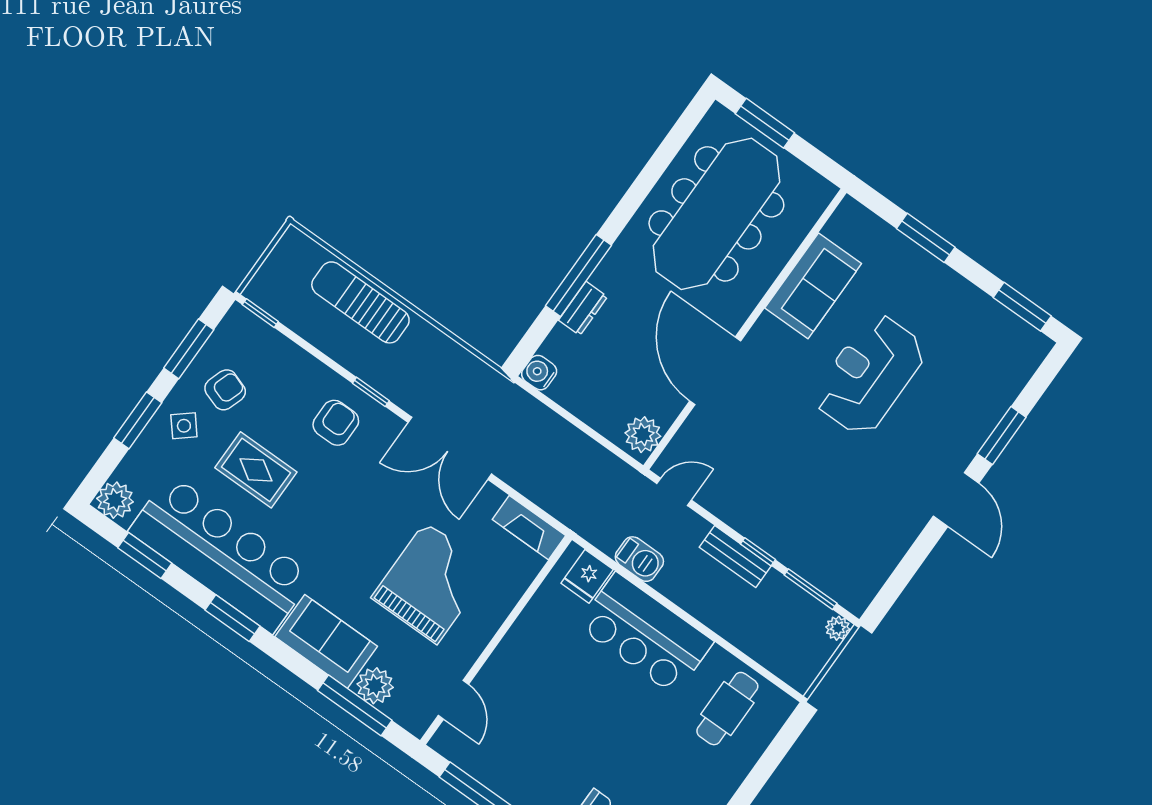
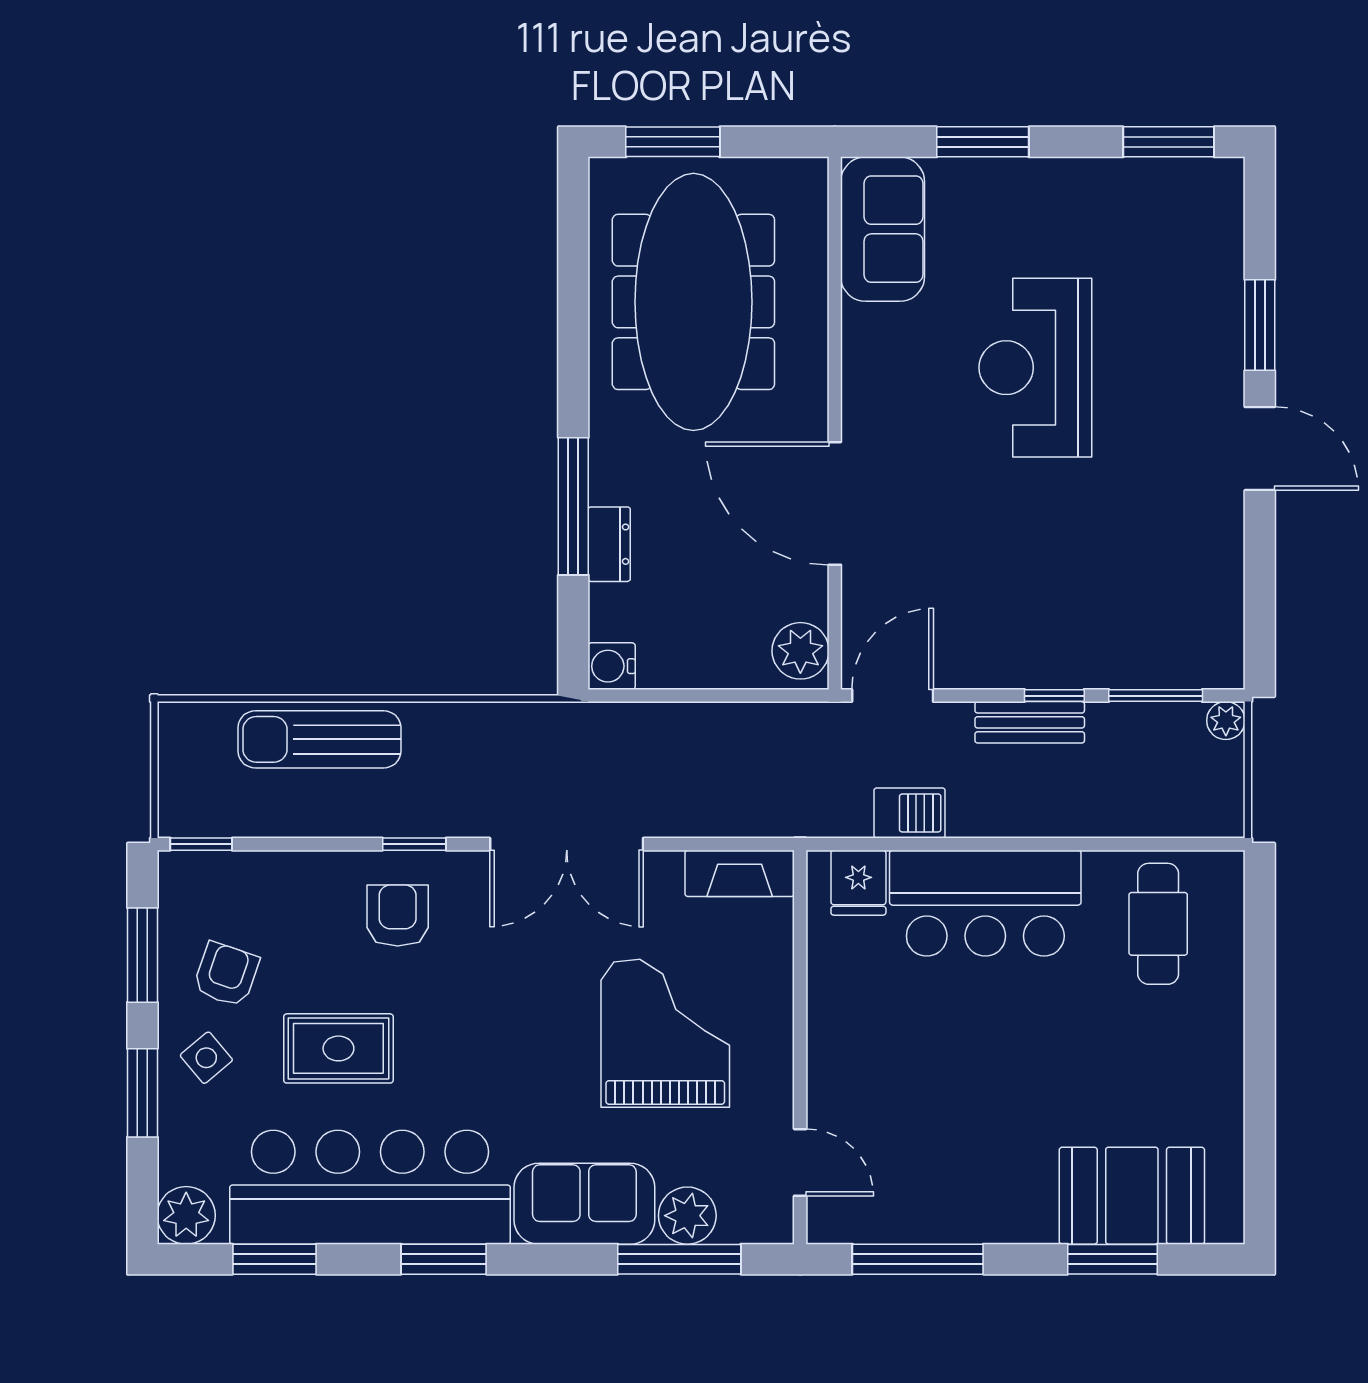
sofa: (813, 286) -> (883, 229), moved
door: (674, 492) -> (893, 696), width x1.37

